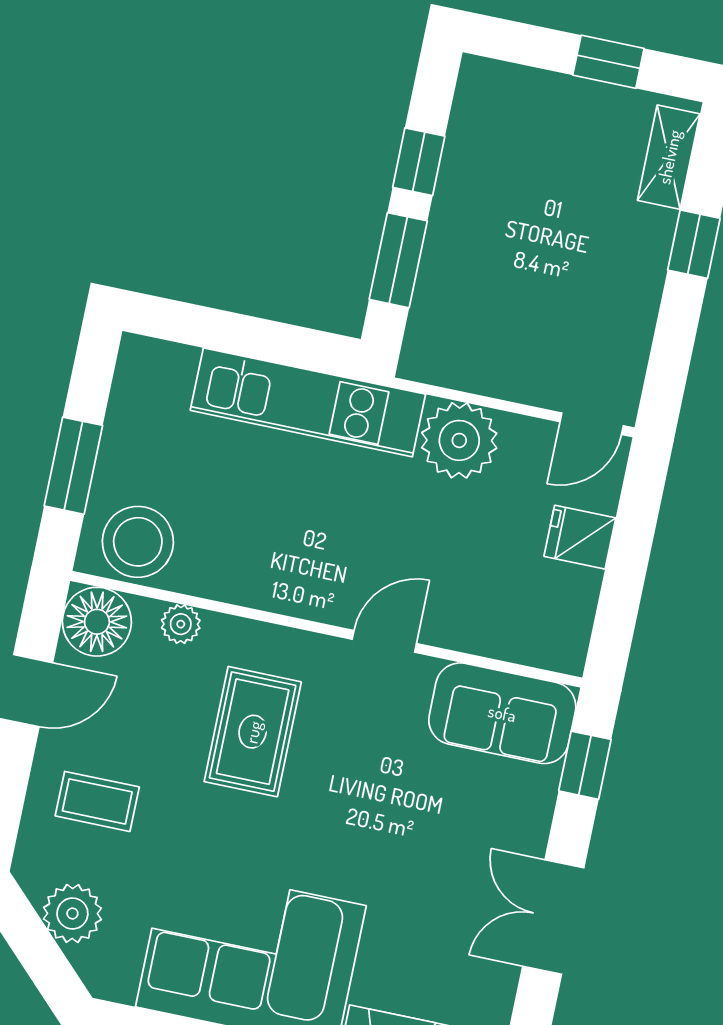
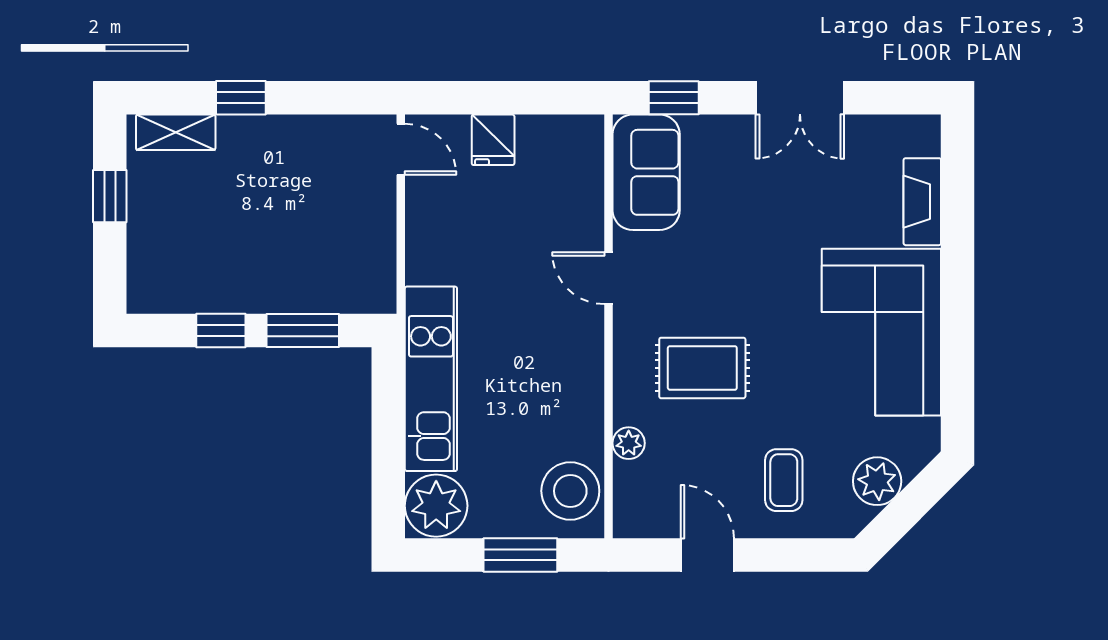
plant: (459, 440) -> (436, 506), moved
floor lamp: (97, 622) -> (641, 510), removed

